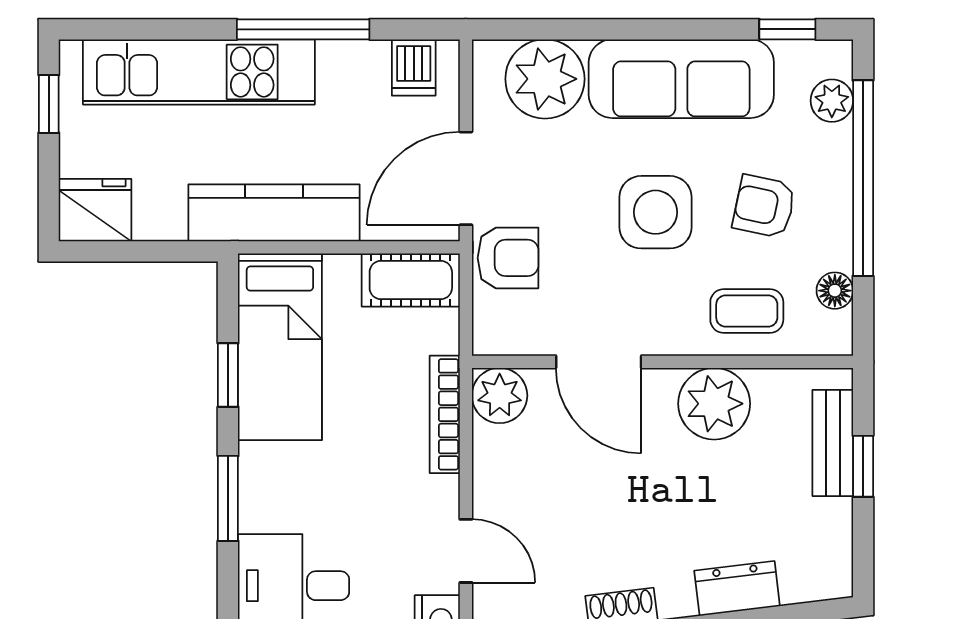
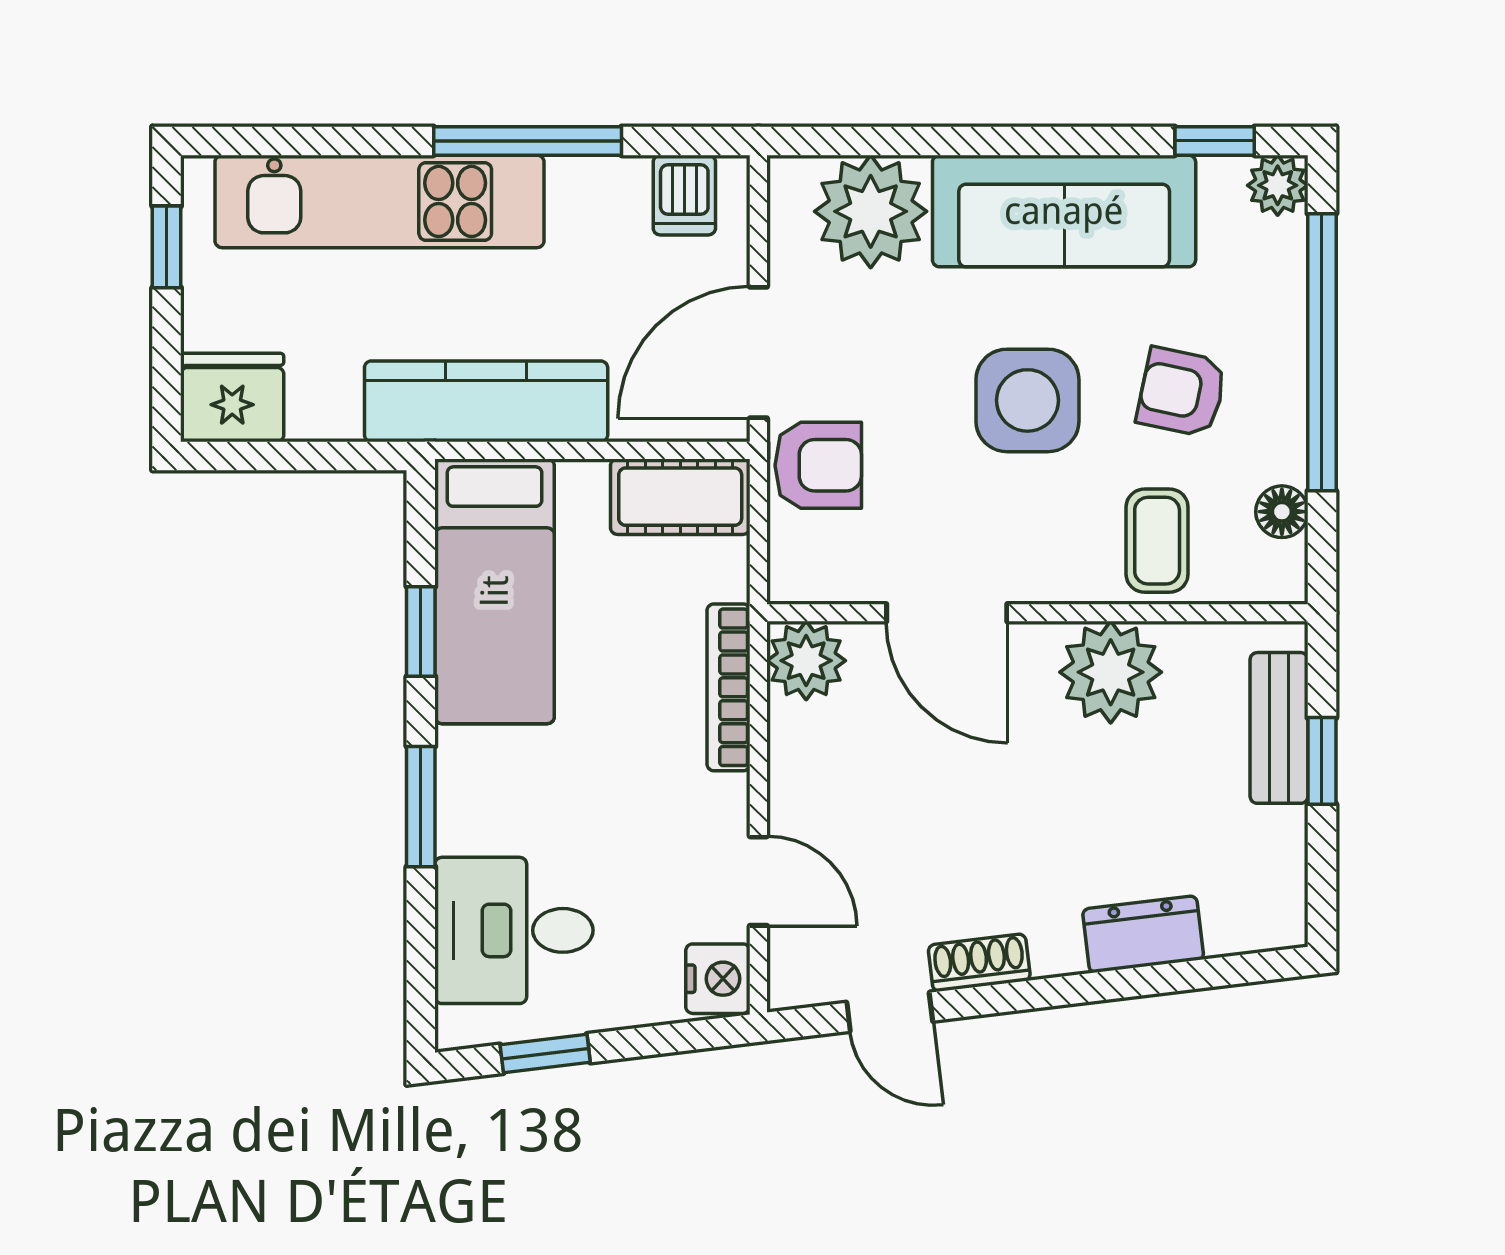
plant: (832, 101) -> (1278, 185), moved
coffee table: (747, 311) -> (1157, 541), turned 90

